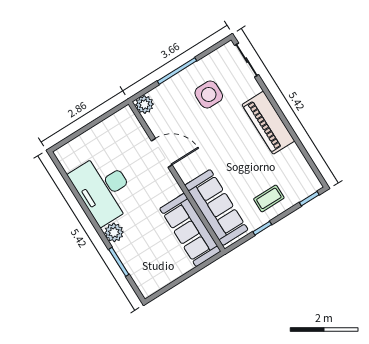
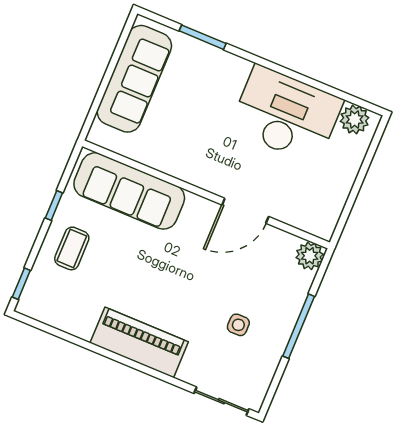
side table: (209, 94) -> (238, 325), width x0.54, depth x0.54
sofa: (190, 230) -> (134, 79), moved, turned 90
plant: (114, 232) -> (355, 119), moved

